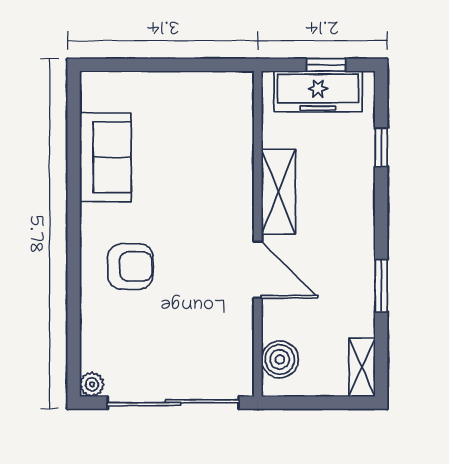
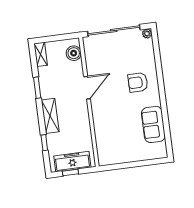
shelving: (278, 192) -> (50, 116), moved
door: (258, 270) -> (87, 88), swing flipped

